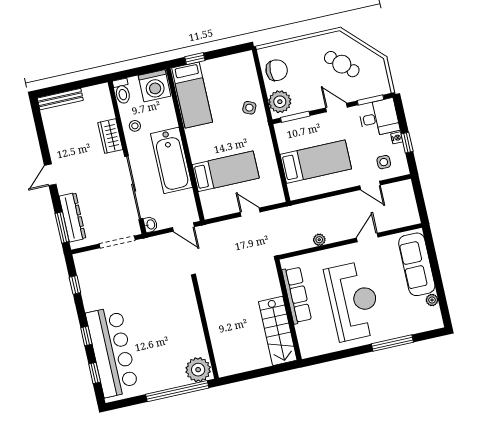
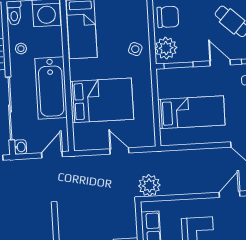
bed: (226, 171) -> (102, 100), width x1.50
door: (183, 227) -> (52, 155), swing flipped
plant: (319, 240) -> (149, 185), moved, width x1.88, depth x1.88

